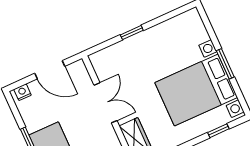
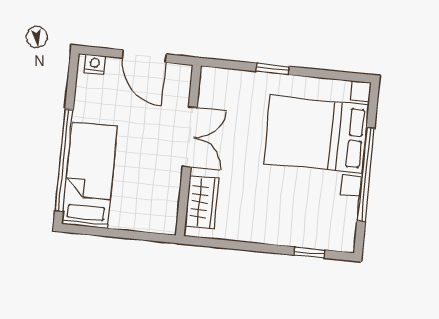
window: (225, 64) -> (366, 175), width x2.11
bed with nightstands: (196, 90) -> (316, 134), moved

